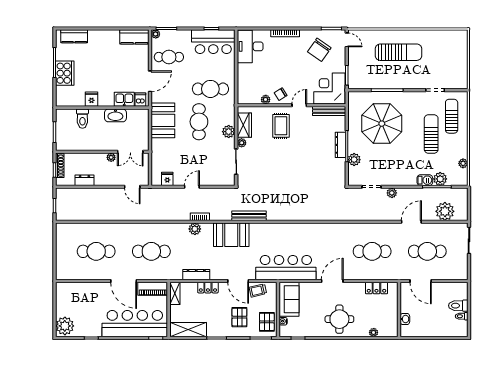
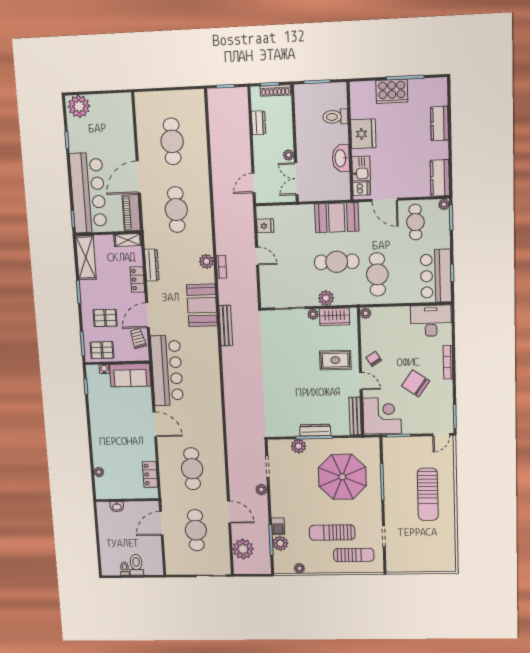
kitchen counter: (74, 36) -> (439, 123), moved
chair: (319, 50) -> (416, 383), moved
fridge: (91, 99) -> (363, 134), width x1.88, depth x1.34
plant: (266, 100) -> (366, 313), moved
sun lounger: (431, 134) -> (332, 533), turned 180
round table: (339, 319) -> (111, 433), removed

